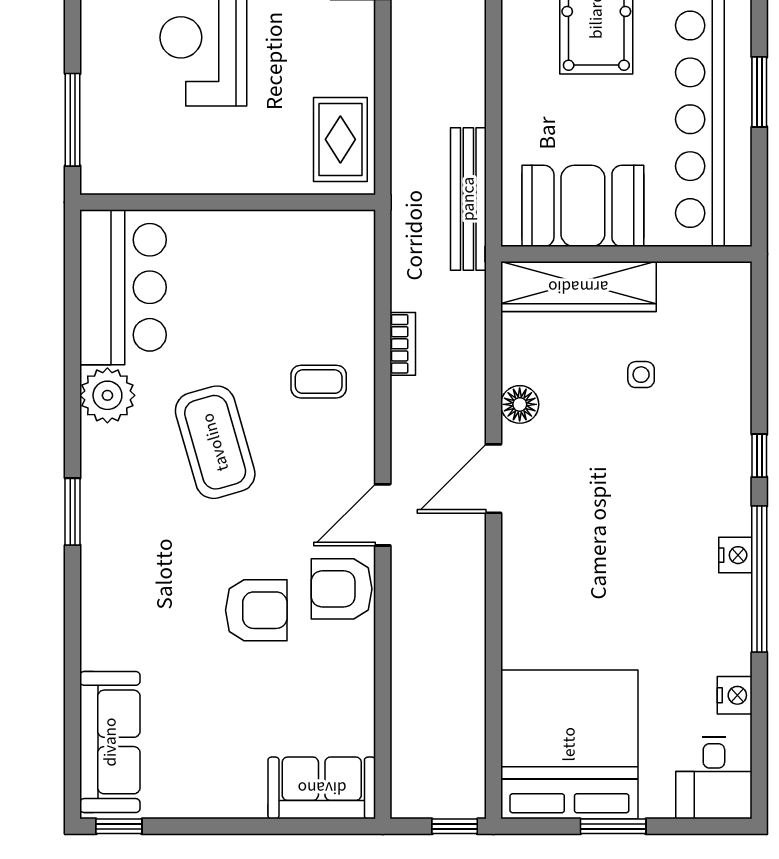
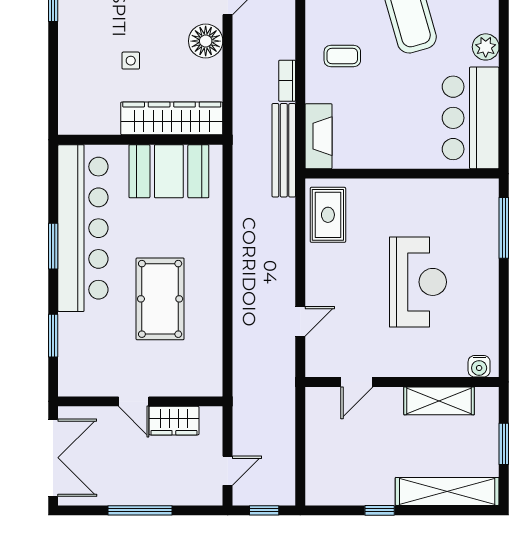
bench: (468, 199) -> (284, 150), moved
fireplace: (355, 259) -> (319, 136), added
plant: (107, 395) -> (486, 47), width x0.73, depth x0.73
floor lamp: (520, 404) -> (206, 41), width x1.38, depth x1.38

